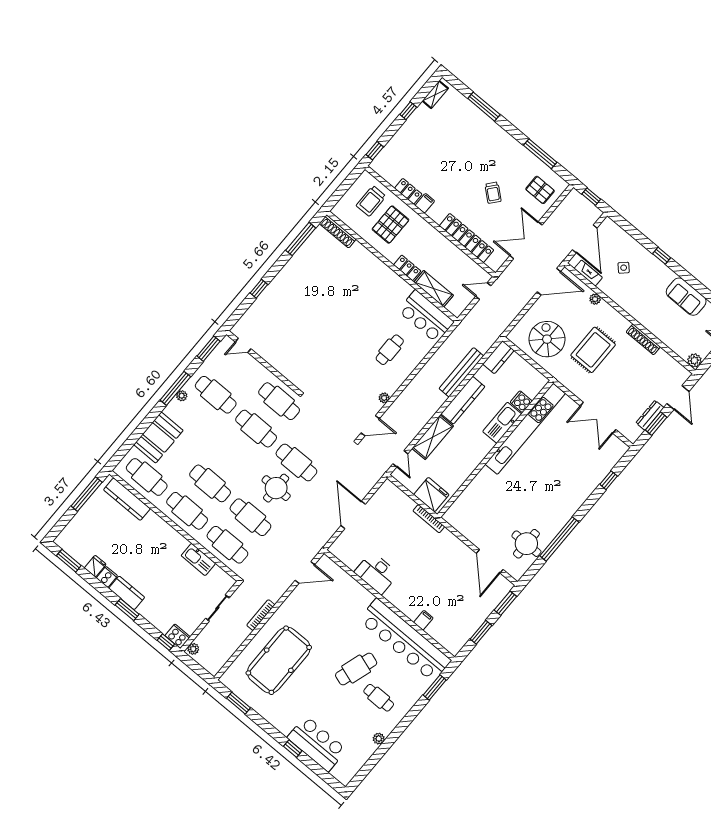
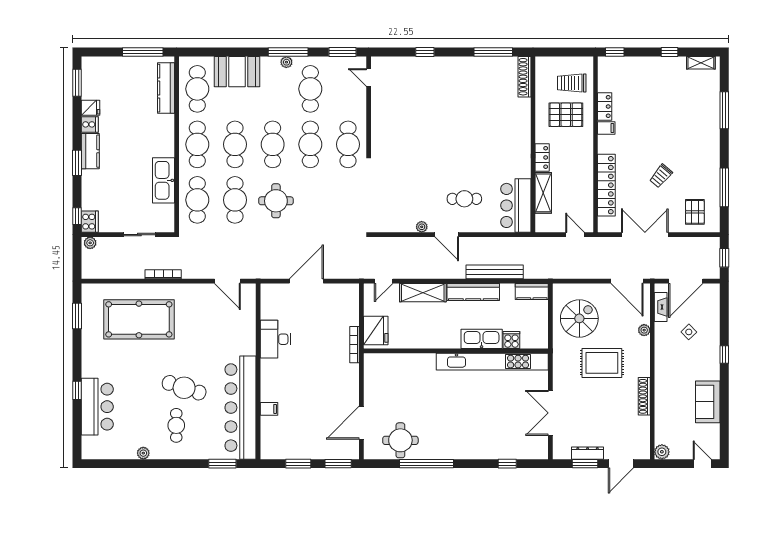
door: (370, 426) -> (447, 235), moved
cafe table: (296, 462) -> (273, 144), moved
kitchen sink: (198, 559) -> (164, 180), width x1.36, depth x1.24

